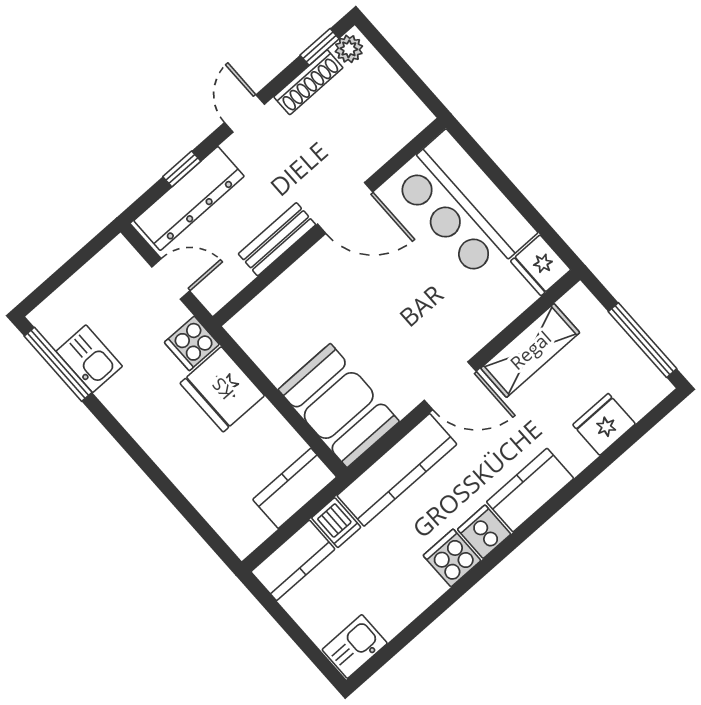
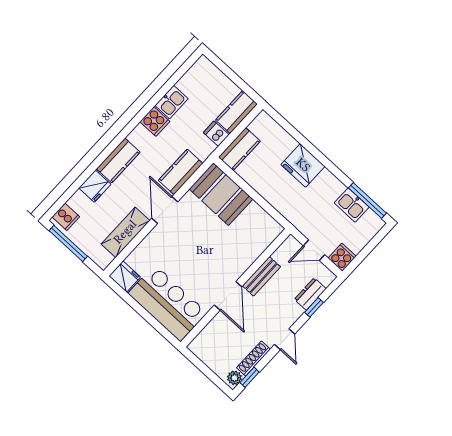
dresser: (189, 198) -> (310, 294), width x0.51, depth x0.80
door: (345, 208) -> (228, 296), swing flipped
cooker: (192, 343) -> (342, 257), moved
door: (450, 386) -> (165, 210), hinge flipped
fridge: (222, 389) -> (303, 165), moved, turned 180
fridge: (604, 424) -> (95, 186), moved
kitchen counter: (397, 470) -> (181, 172), width x0.67
cooker: (484, 532) -> (66, 217), moved
kitchen sink: (355, 646) -> (172, 102), moved

